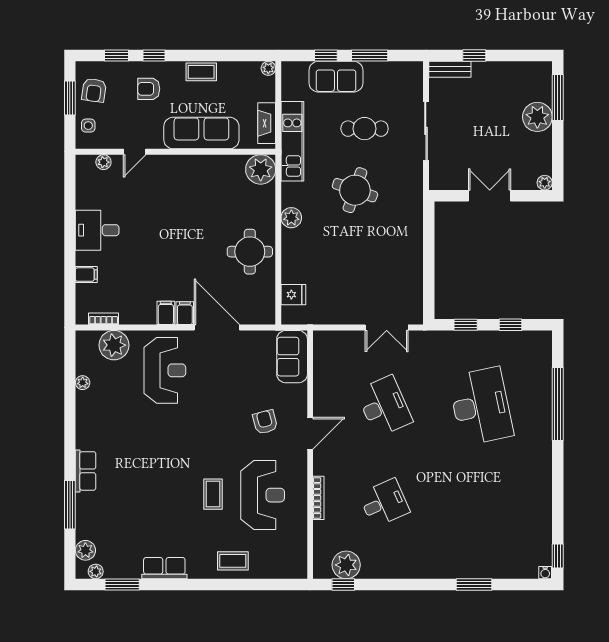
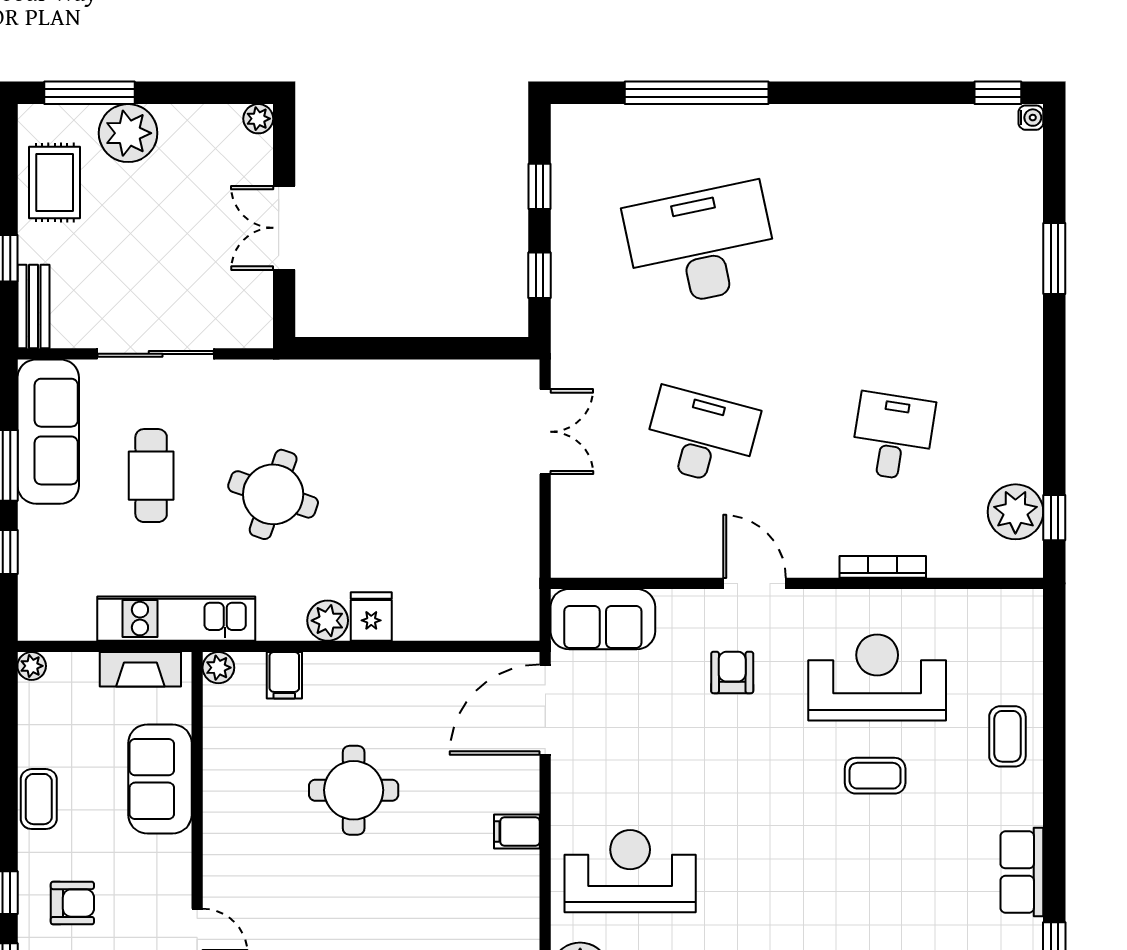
sofa: (336, 77) -> (48, 432), moved, width x1.36
rug: (512, 80) -> (55, 183), added
armchair: (149, 89) -> (72, 903), turned -90
sofa: (201, 133) -> (160, 779), width x0.73
plant: (261, 169) -> (218, 668), width x0.53, depth x0.53
round table: (250, 252) -> (354, 790), moved
fridge: (293, 295) -> (371, 616), moved
filing cabinet: (166, 313) -> (284, 675), moved, turned -90
door: (217, 327) -> (545, 710), moved
desk: (384, 406) -> (701, 437), turned 39
armchair: (265, 422) -> (732, 672), turned 105
desk: (384, 503) -> (893, 437), turned 33

